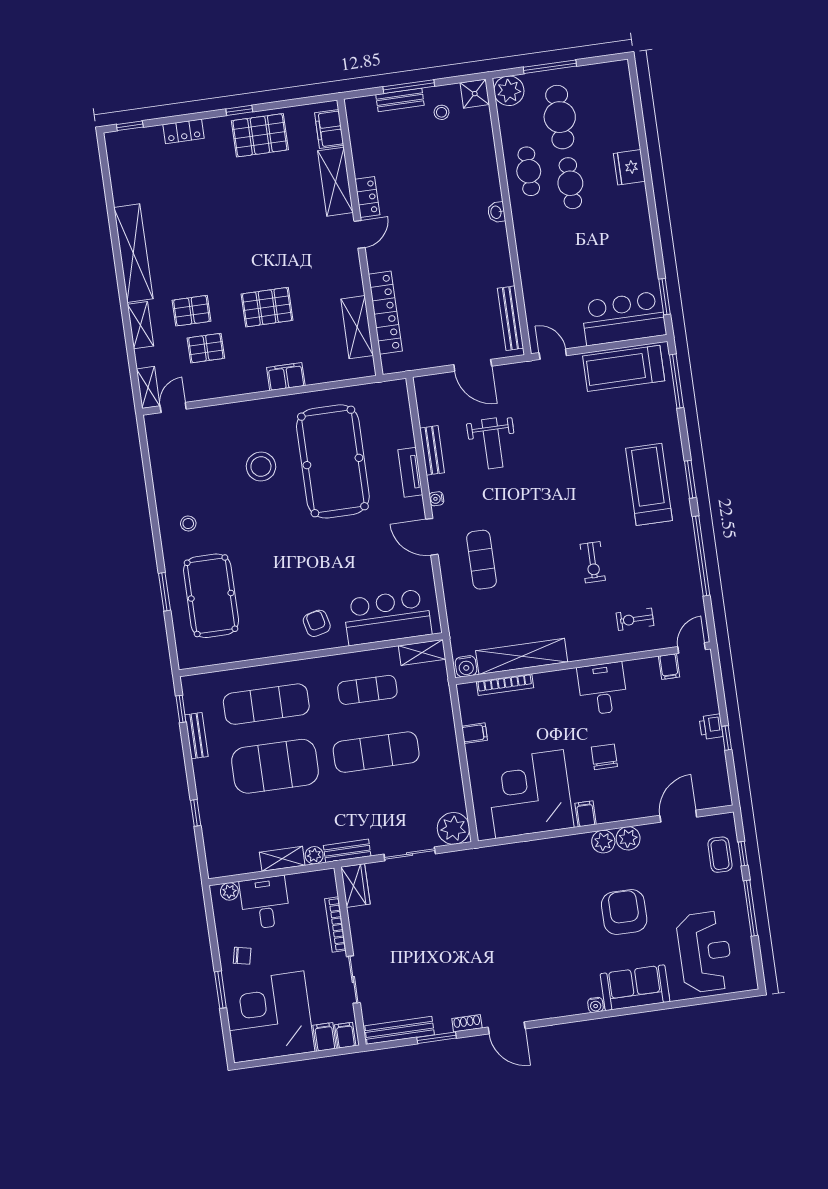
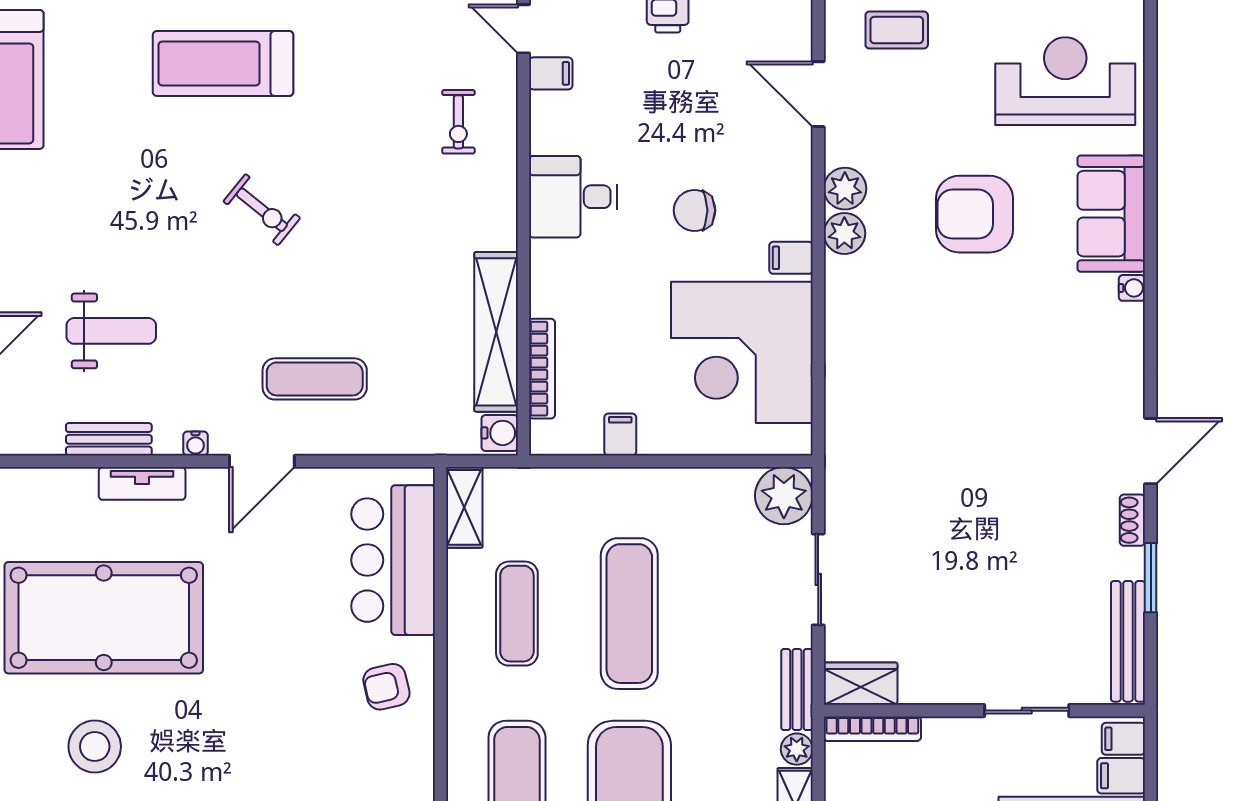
exercise bike: (593, 562) -> (262, 210), moved, turned 39
bookcase: (335, 925) -> (872, 729), moved

